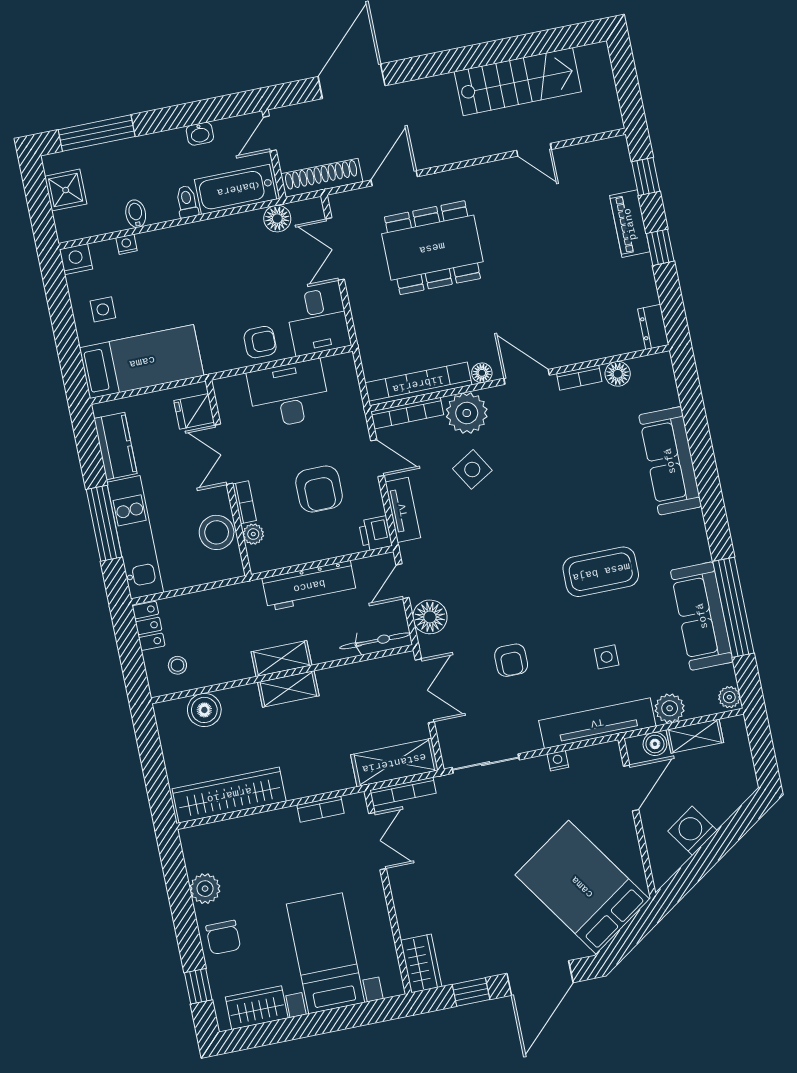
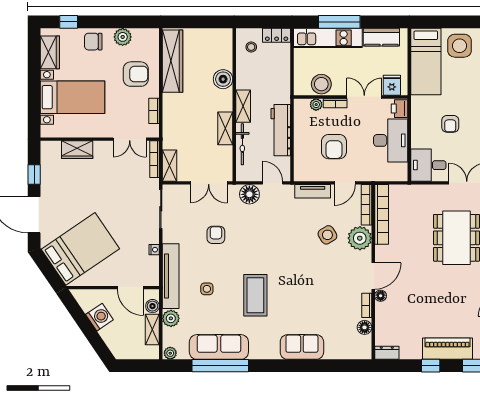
piano: (630, 224) -> (447, 349), width x1.37, depth x1.33
side table: (103, 309) -> (460, 46), width x1.87, depth x1.87
armchair: (260, 342) -> (450, 124), moved
floor lamp: (482, 373) -> (381, 296), moved
sofa: (670, 461) -> (302, 347), width x0.73
armchair: (319, 489) -> (334, 147), turned -90
printer: (375, 533) -> (399, 109), moved, turned -90
bicycle: (375, 641) -> (242, 144), moved
armchair: (511, 660) -> (216, 235), turned 90
shelving: (288, 689) -> (225, 128), moved
boiler: (204, 710) -> (223, 79), moved
shelving: (394, 763) -> (169, 166), width x0.67, depth x0.75
armchair: (264, 853) -> (136, 74), added
wardrobe: (421, 963) -> (77, 150), moved

